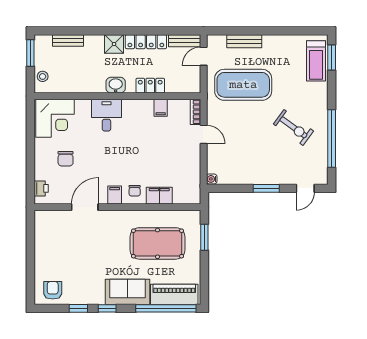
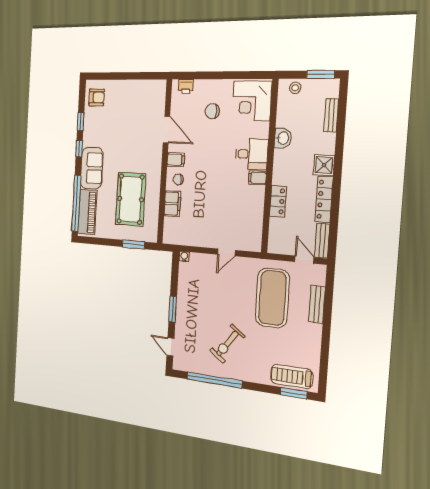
washbasin: (116, 85) -> (283, 138), moved
filing cabinet: (161, 108) -> (257, 178), moved
bookcase: (195, 112) -> (249, 246), removed

